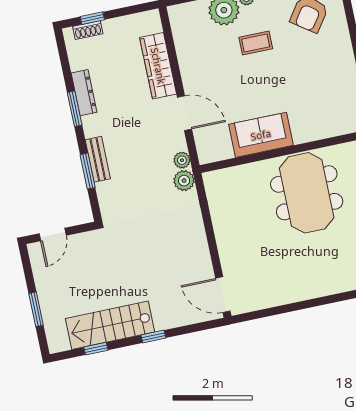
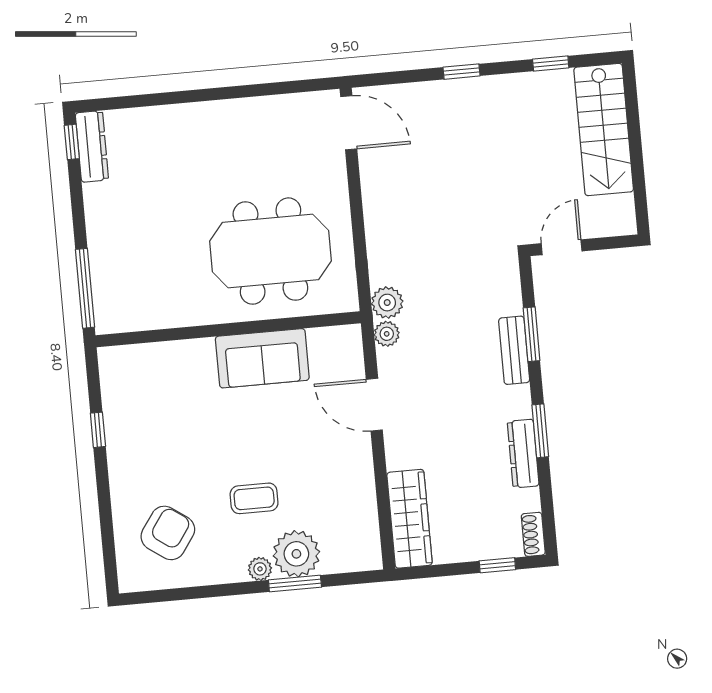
shoe rack: (88, 30) -> (533, 534), moved, turned -90
wardrobe: (158, 66) -> (409, 519), moved
meeting table: (307, 193) -> (270, 251), moved, turned 90
door: (53, 235) -> (562, 247), moved
window: (36, 309) -> (634, 134), removed
stairs: (110, 325) -> (604, 130), moved, turned 90

